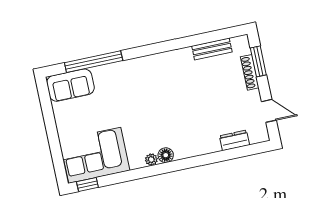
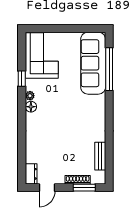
sofa: (70, 85) -> (93, 63), width x1.85, depth x1.27
dresser: (234, 140) -> (31, 174), moved
window: (87, 185) -> (22, 79), moved

